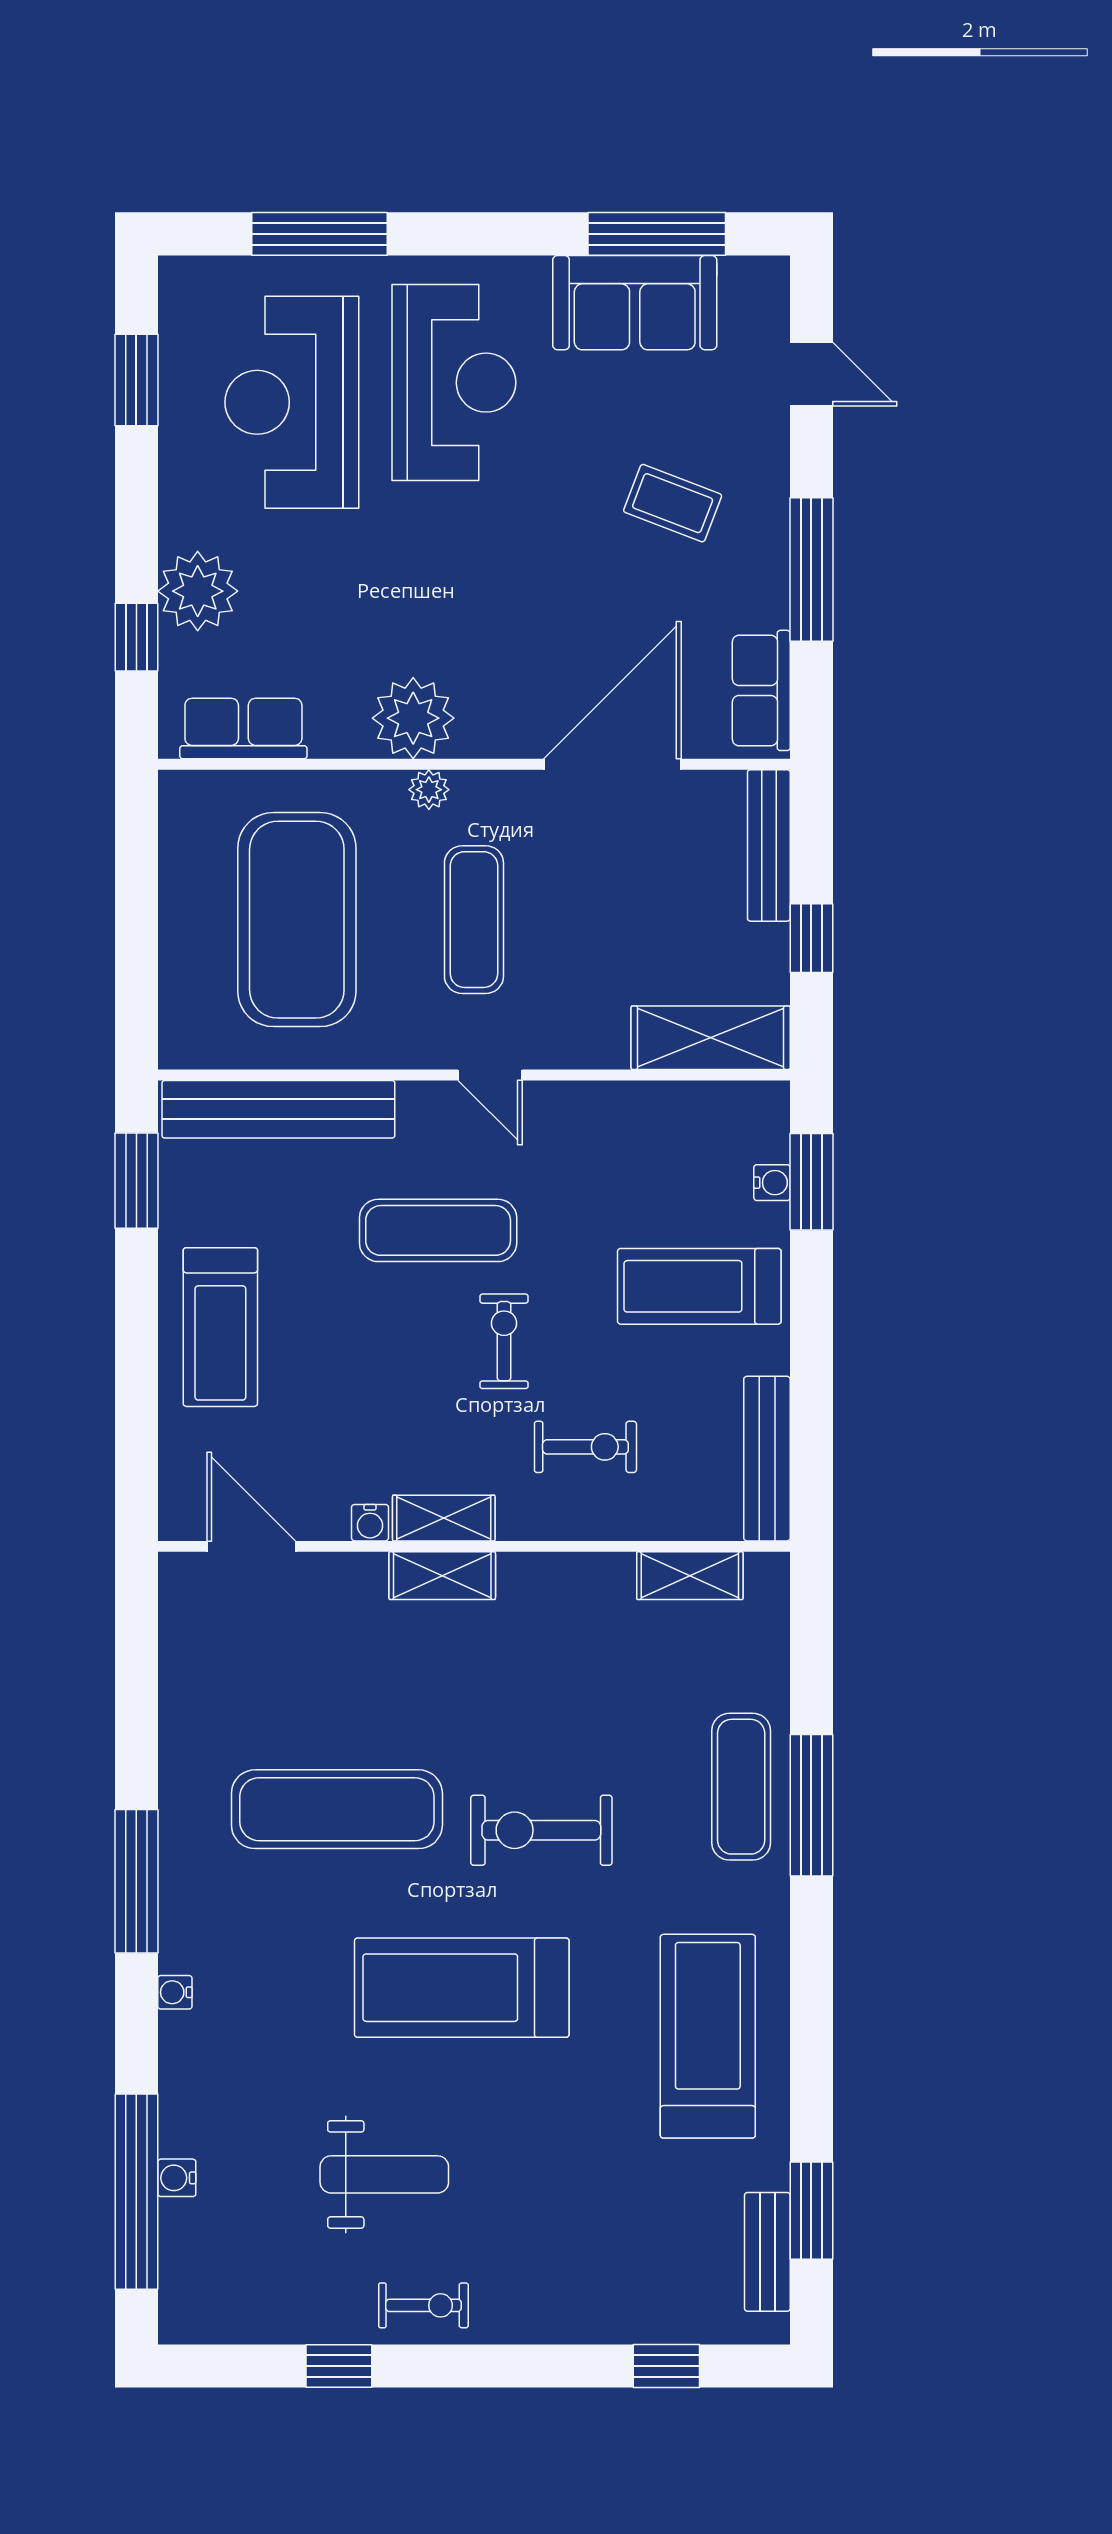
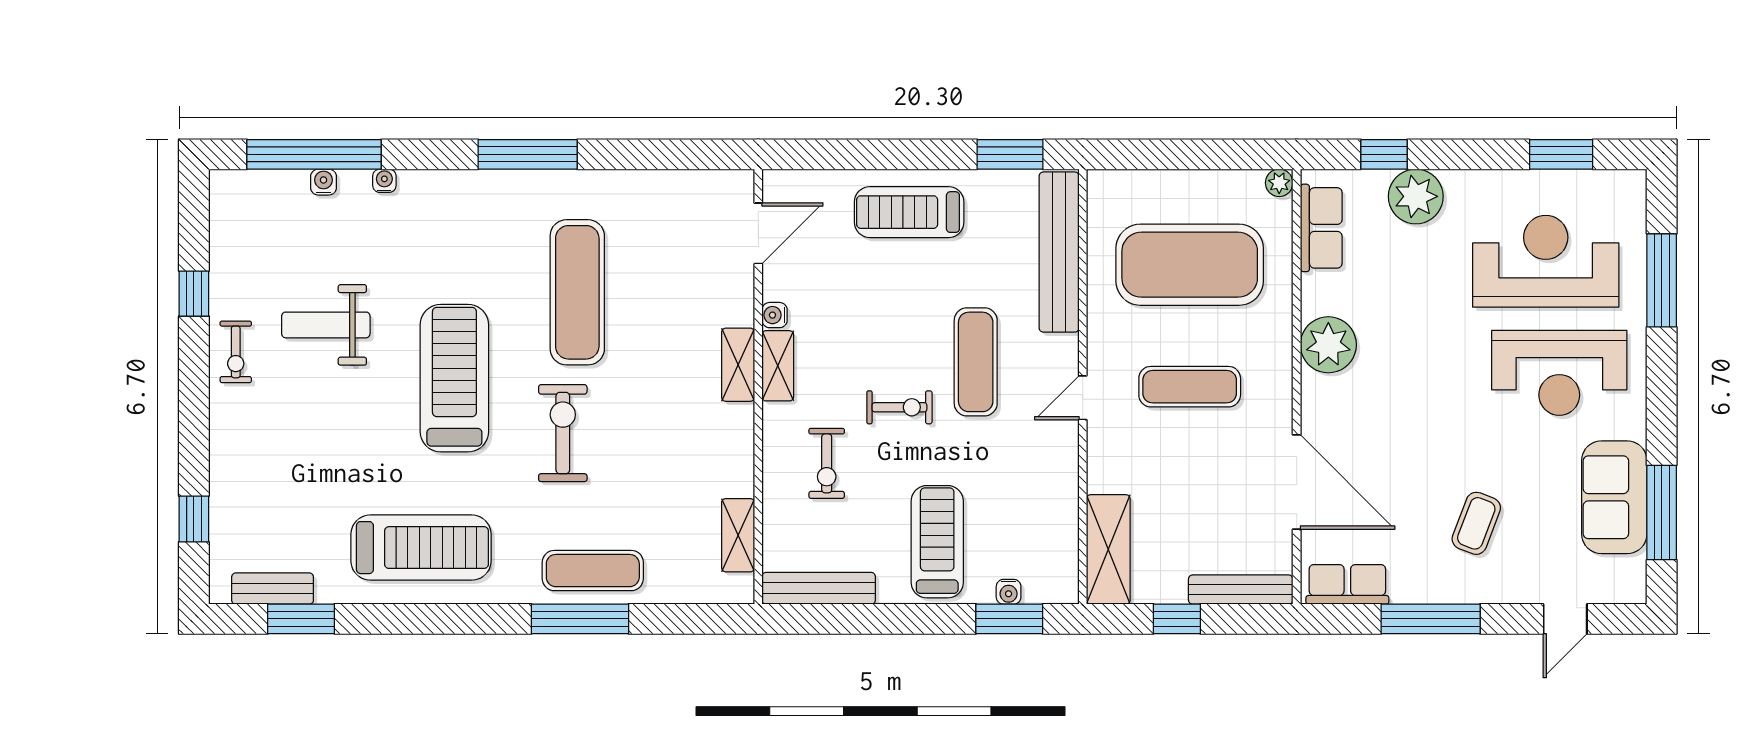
plant: (429, 790) -> (1279, 183), moved
water cooler: (175, 1992) -> (384, 181), moved
weight bench: (384, 2174) -> (326, 325), turned 90

